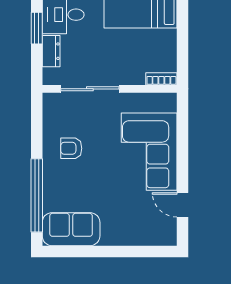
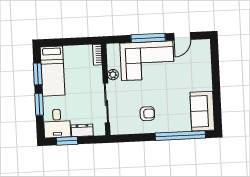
plant: (131, 100) -> (113, 75), added
armchair: (71, 148) -> (147, 114), turned -90
window: (182, 155) -> (148, 38), added

